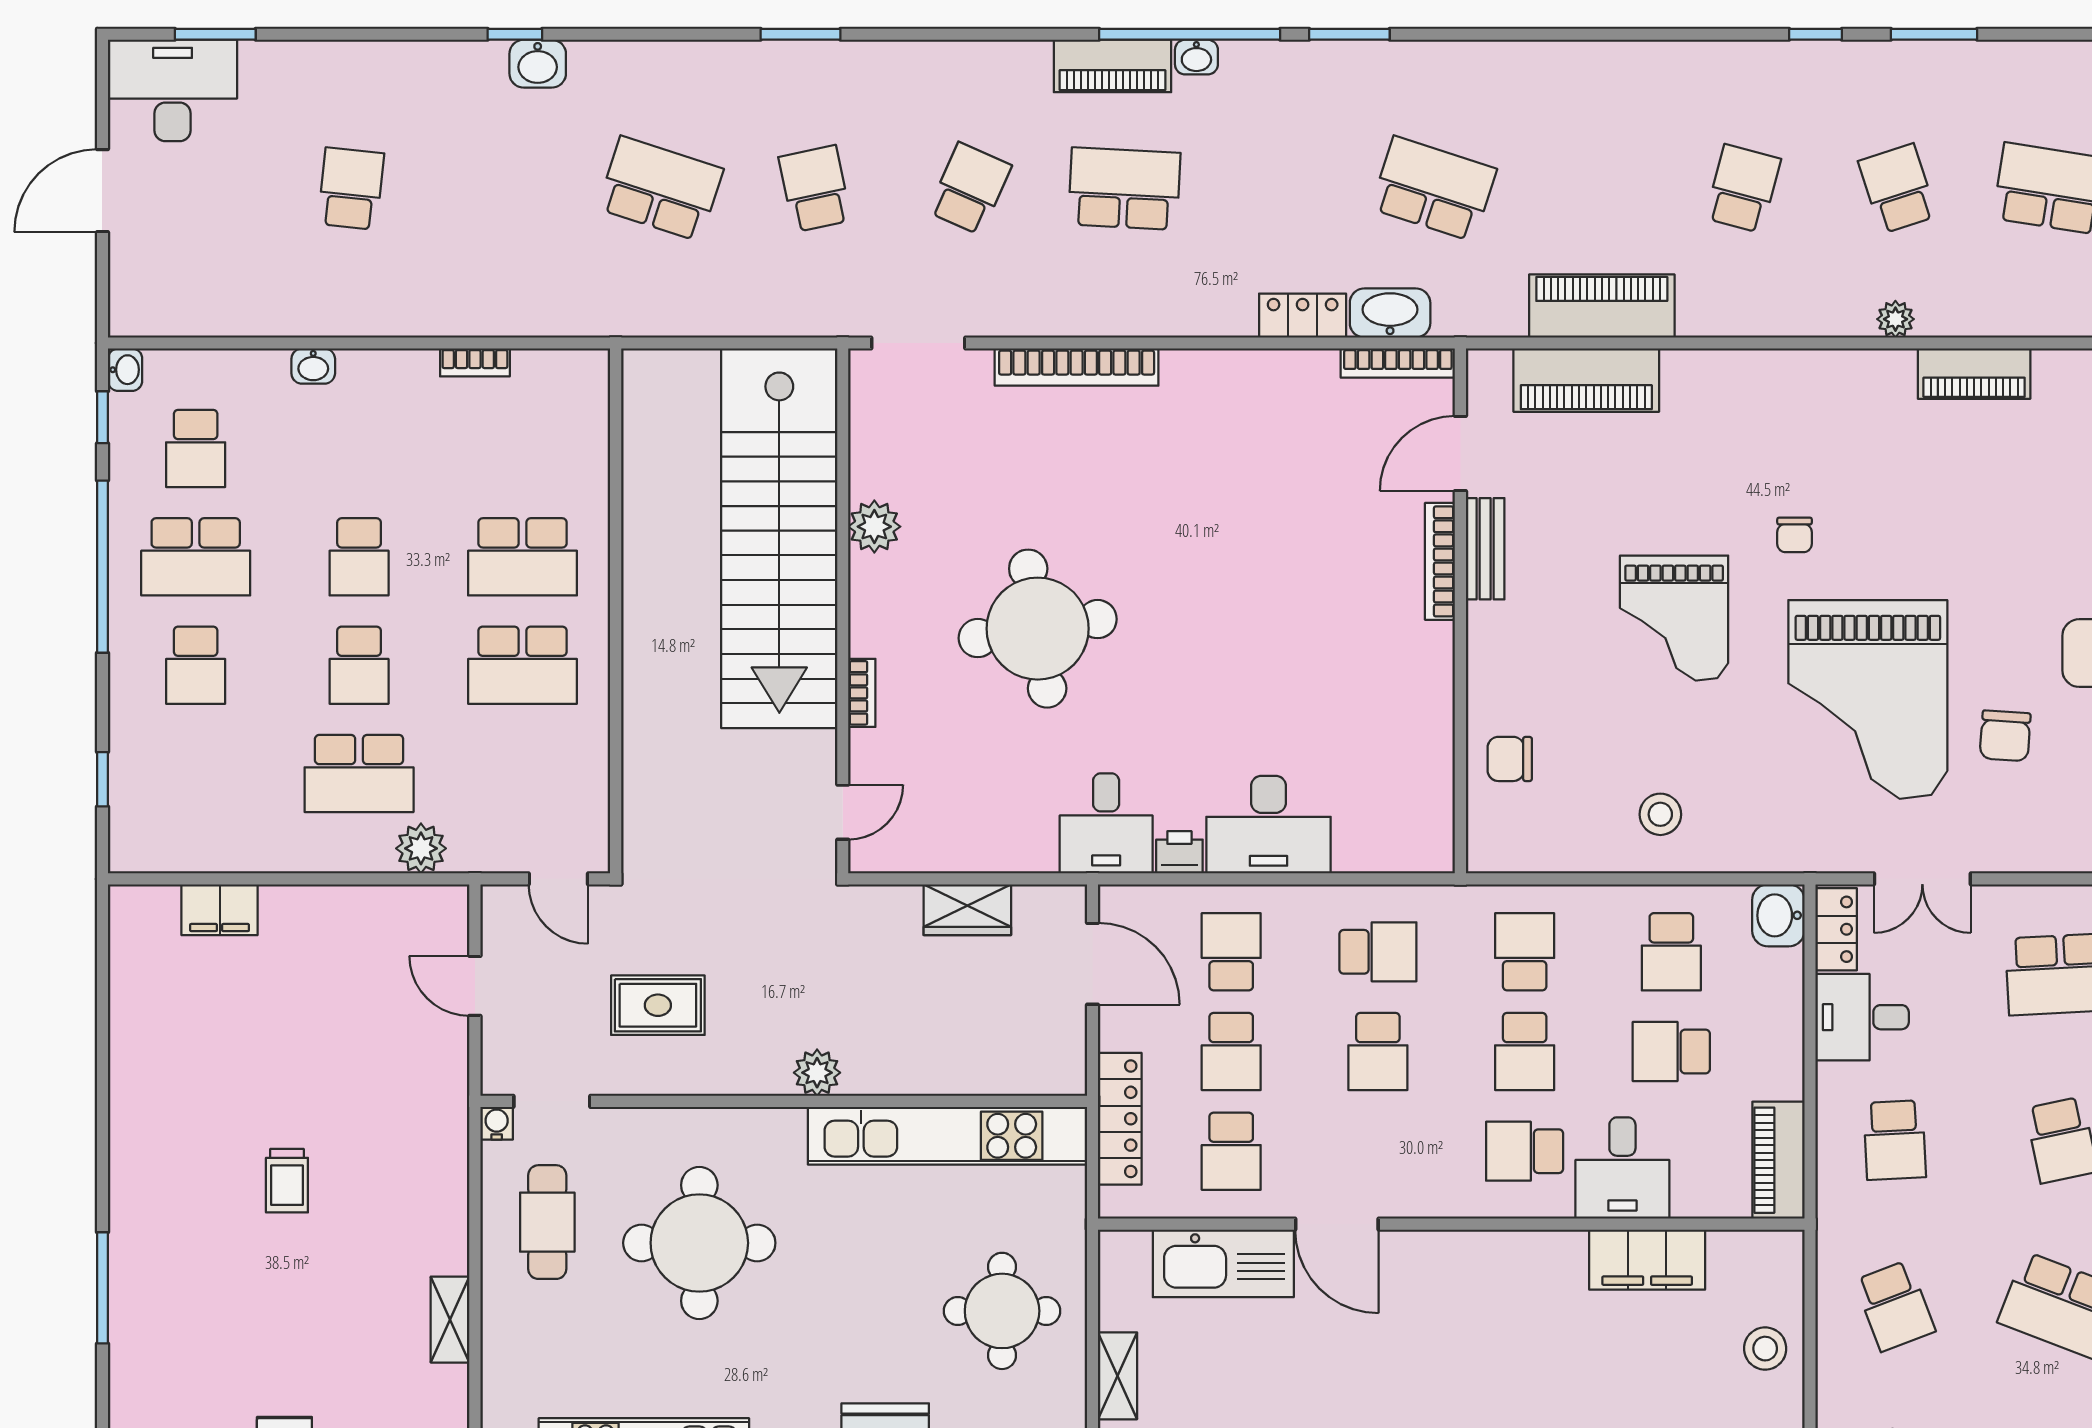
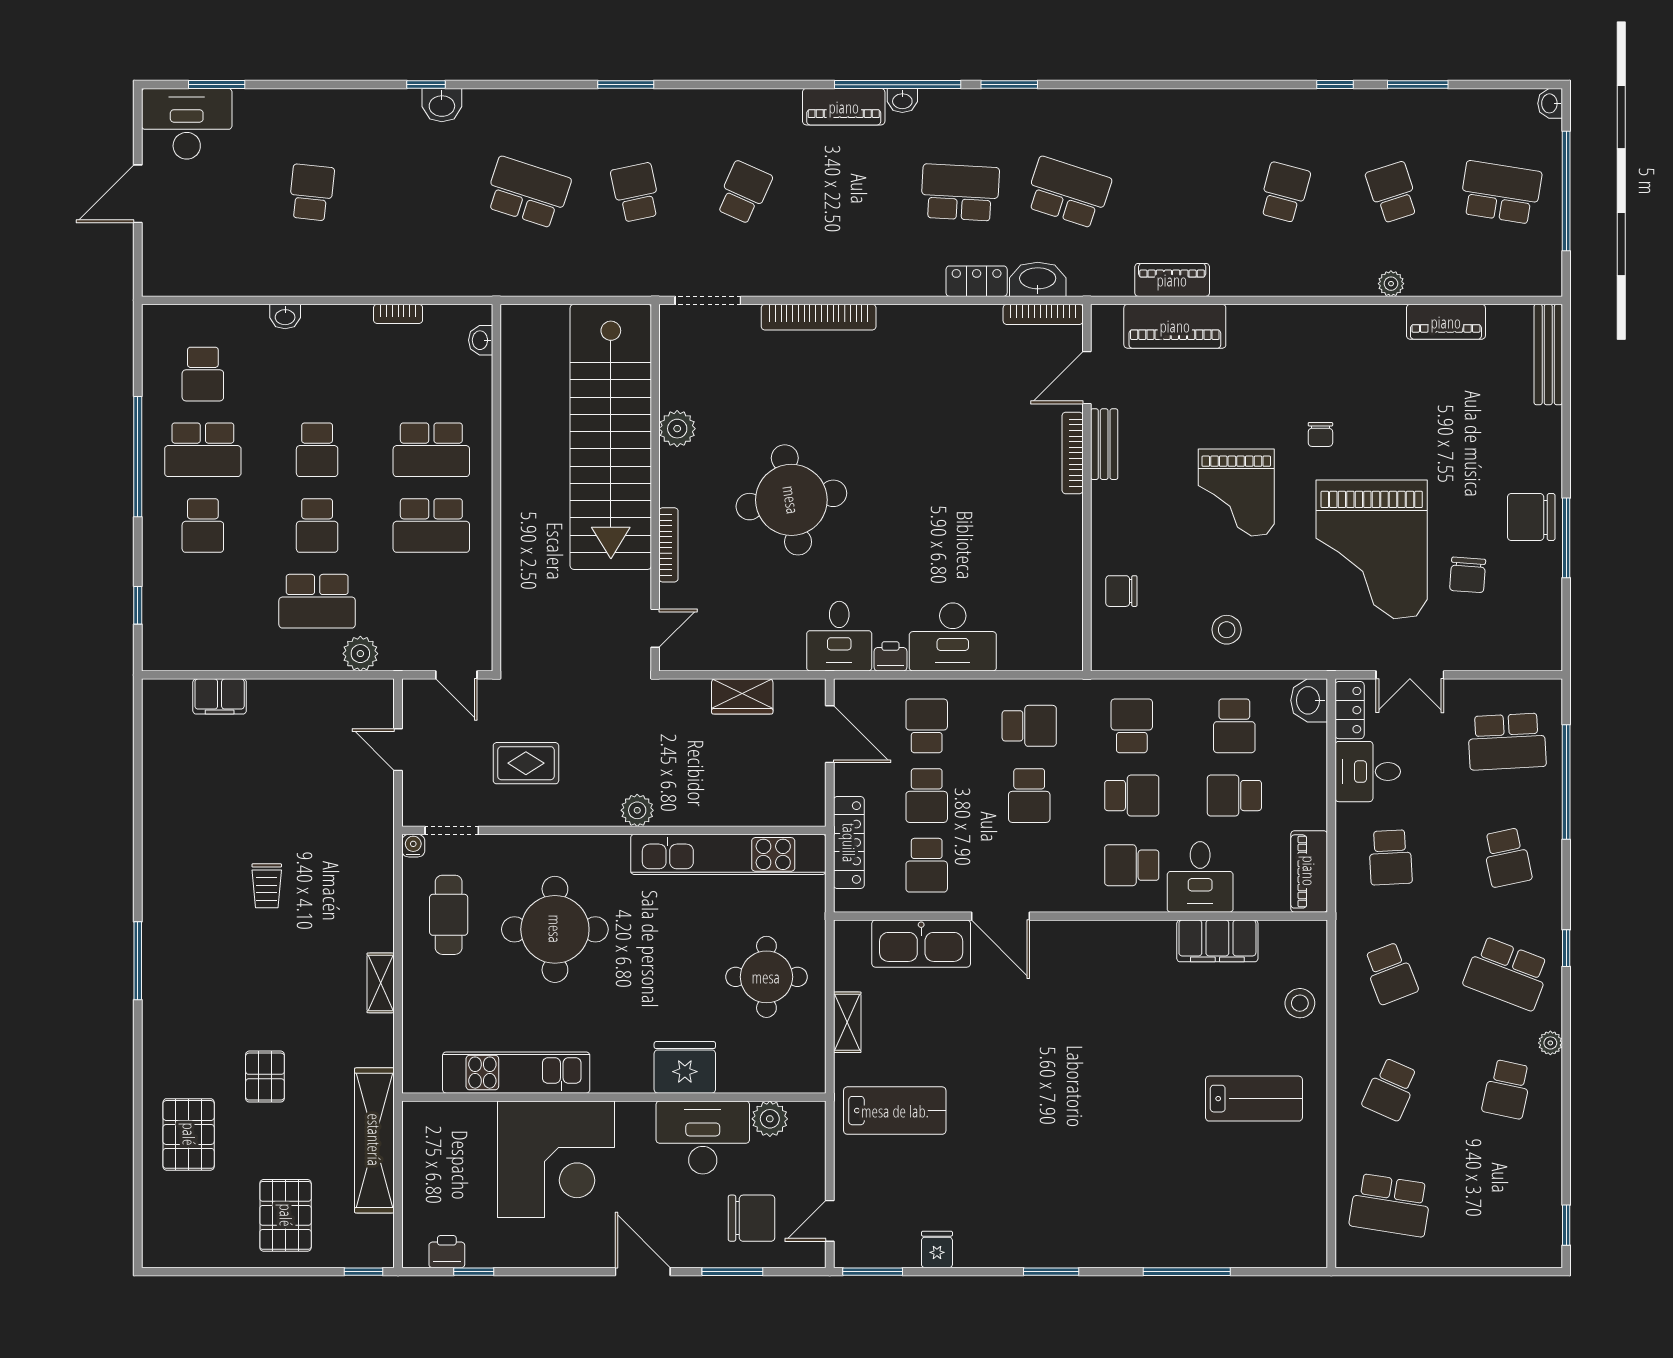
school desk: (1124, 189) -> (960, 192), moved
piano: (1602, 306) -> (1172, 280), width x0.73, depth x0.75
washbasin: (125, 370) -> (481, 340), moved, turned 180
window: (102, 417) -> (138, 352), removed
bookcase: (862, 693) -> (668, 545), width x1.56
school desk: (1525, 1051) -> (1132, 796), turned -90

